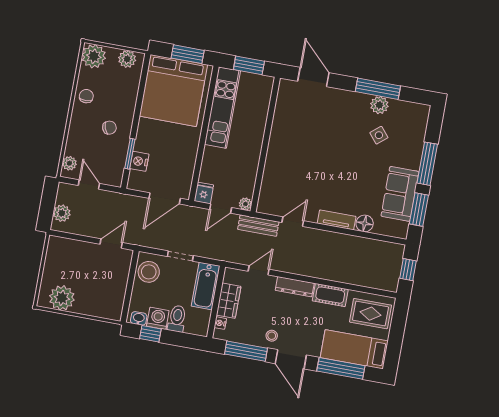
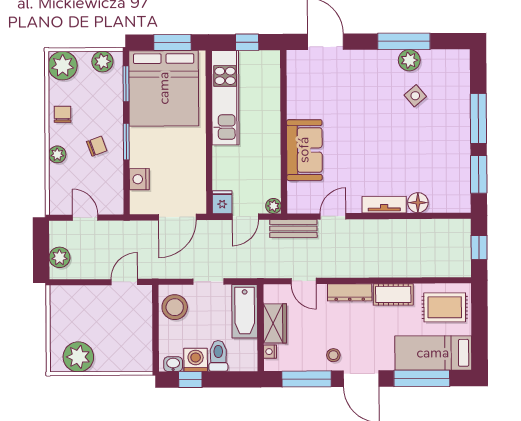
window: (249, 65) -> (247, 42), width x0.67
window: (143, 81) -> (126, 84), added
window: (130, 154) -> (126, 142), moved
plant: (69, 163) -> (57, 154), moved
sofa: (400, 194) -> (304, 150), moved, turned 180
door: (259, 270) -> (304, 281), swing flipped

